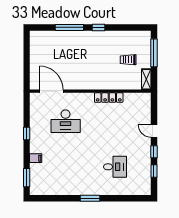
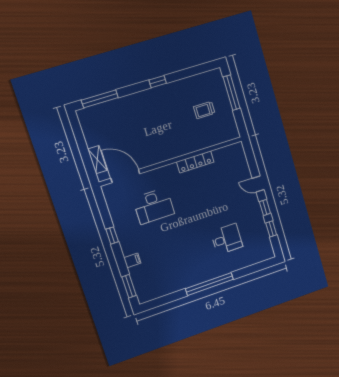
window: (69, 27) -> (100, 99), moved
shelving: (146, 79) -> (97, 160), moved
window: (90, 198) -> (209, 284), width x2.11

